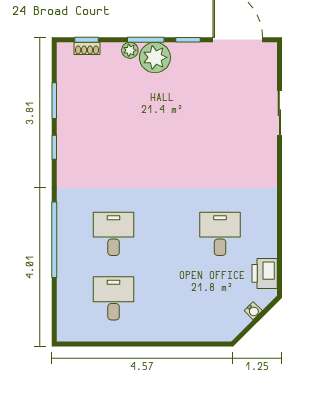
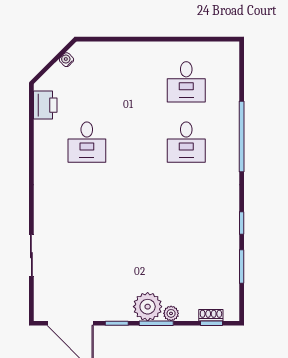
water cooler: (253, 311) -> (67, 60), moved

